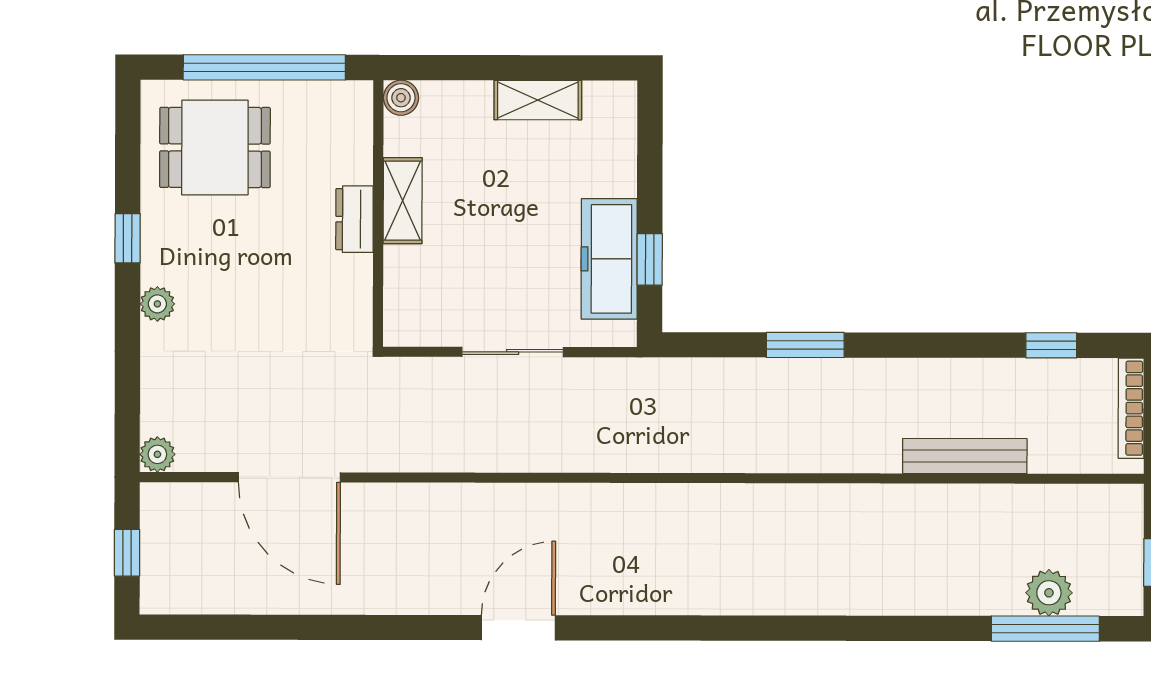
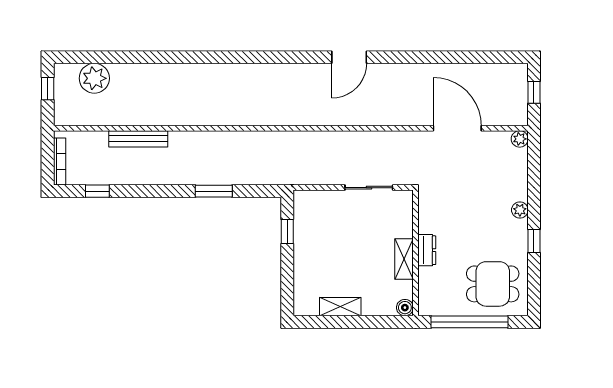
freezer: (609, 259) -> (306, 232), removed
sliding door: (513, 352) -> (369, 188), moved
plant: (1049, 593) -> (94, 78), width x1.36, depth x1.36
window: (1045, 629) -> (100, 57), removed

